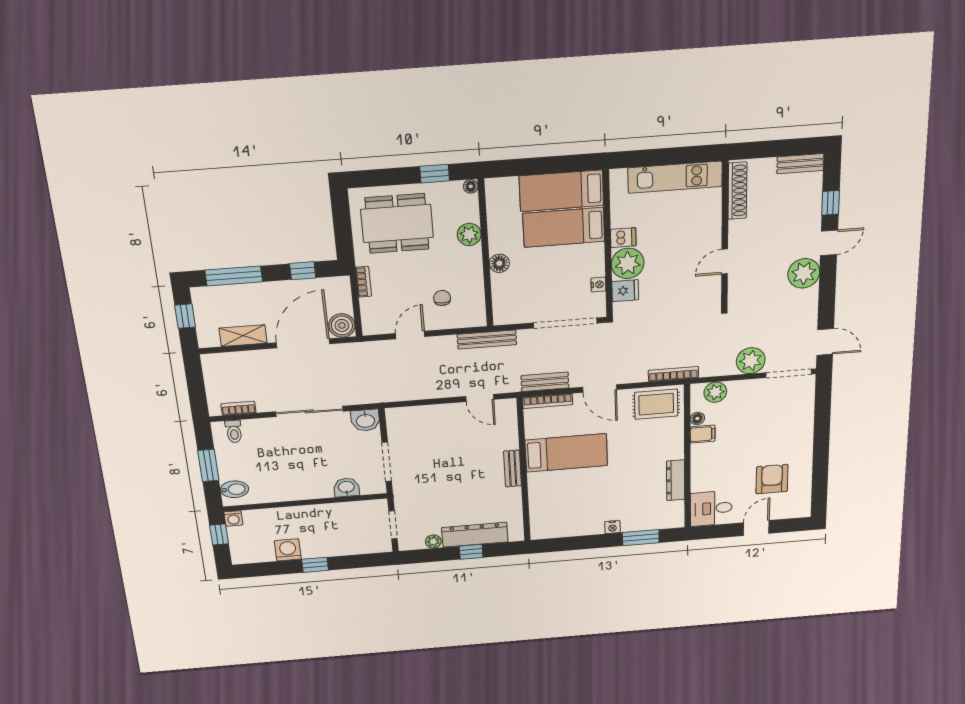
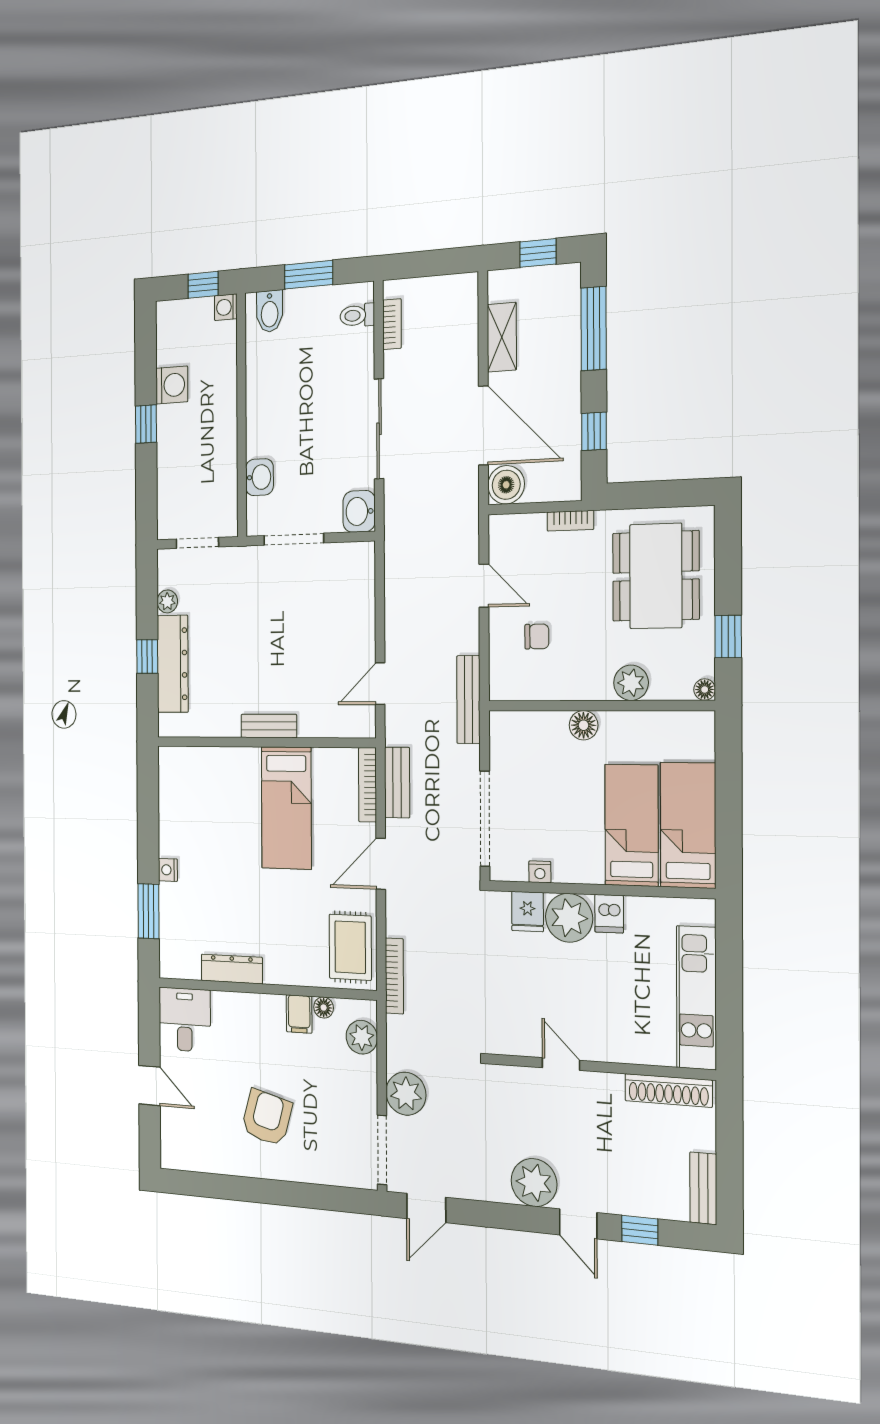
armchair: (772, 479) -> (267, 1118), moved, turned -75

